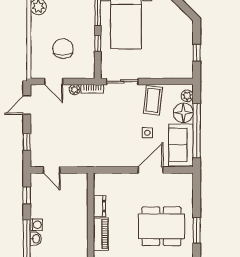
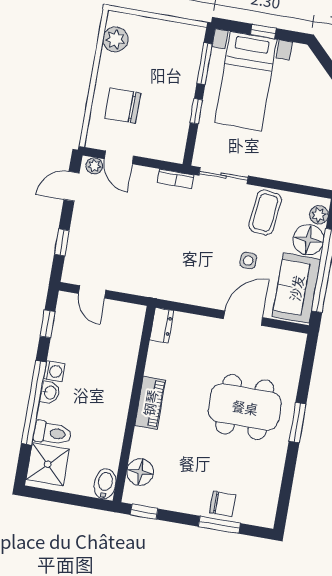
chair: (63, 49) -> (123, 106), moved, turned -90
plant: (75, 90) -> (94, 166), moved
dresser: (99, 206) -> (162, 325), moved

